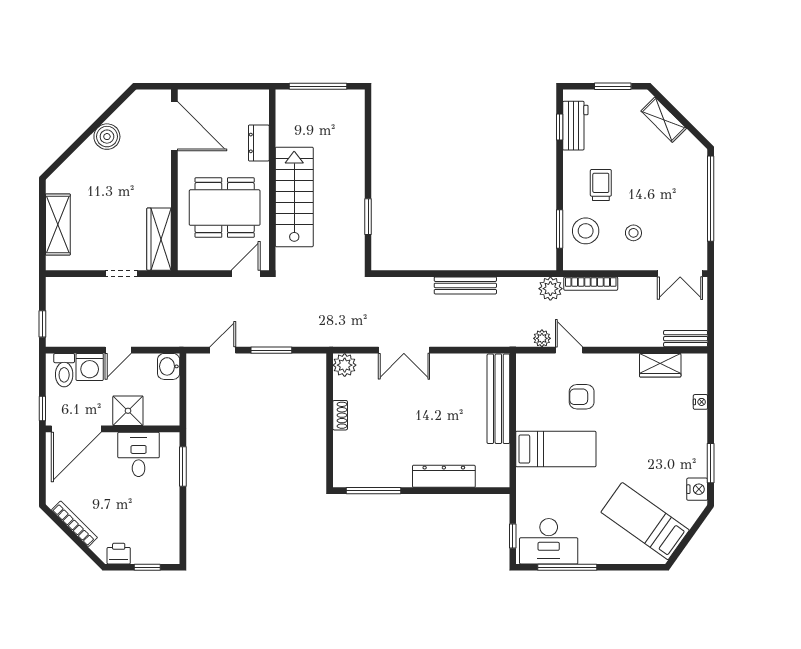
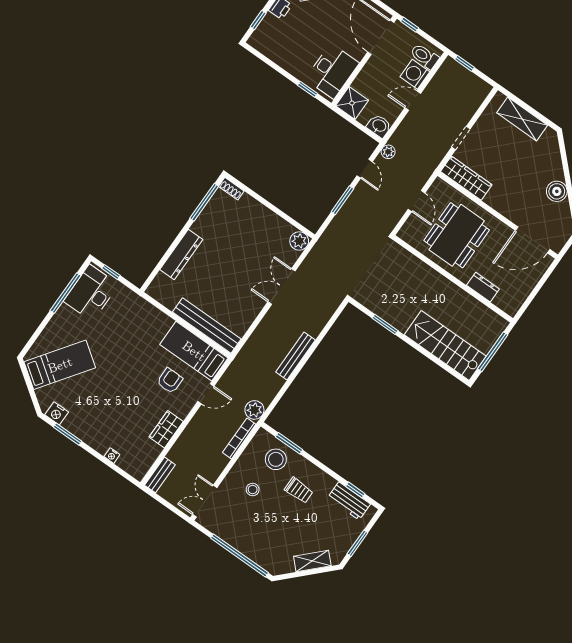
stairs: (294, 197) -> (445, 345), moved, turned 180
door: (246, 274) -> (416, 201), moved
plant: (542, 338) -> (388, 152), moved
door: (118, 350) -> (413, 101), hinge flipped
wardrobe: (660, 365) -> (166, 429), moved
shower: (128, 411) -> (352, 103), moved
shoe rack: (340, 415) -> (231, 189), moved
bed: (556, 449) -> (194, 351), moved, turned 90
desk: (139, 454) -> (332, 71), width x1.37
window: (183, 466) -> (307, 89), width x0.67

